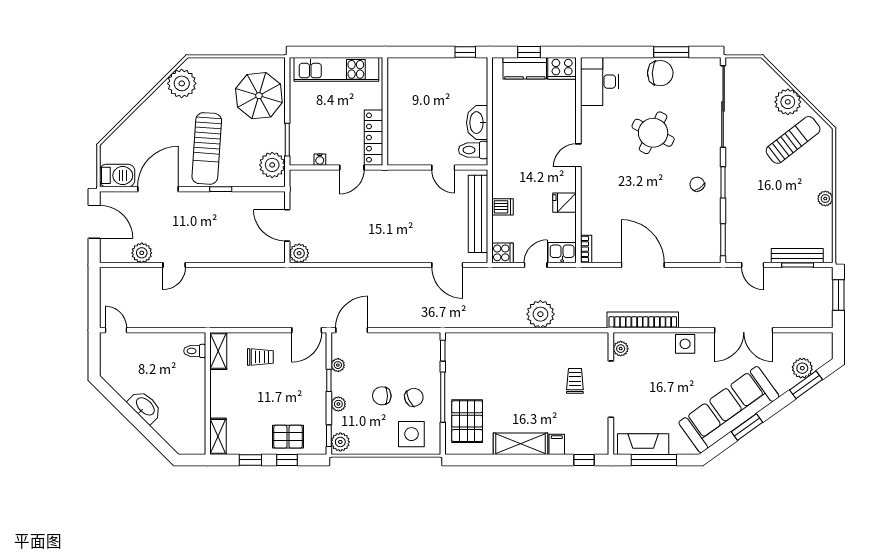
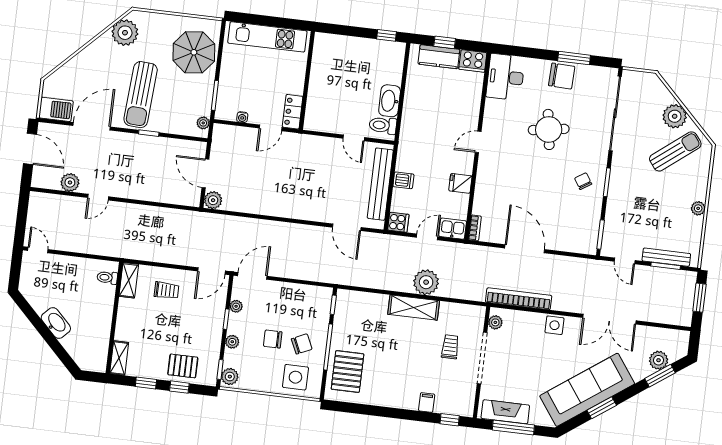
round table: (653, 133) -> (549, 129), turned -36
locker: (374, 138) -> (293, 112), width x0.66
plant: (272, 165) -> (203, 123), width x0.53, depth x0.53
shelving: (521, 444) -> (414, 308), moved

